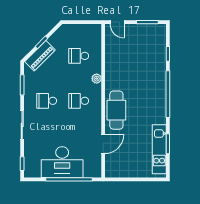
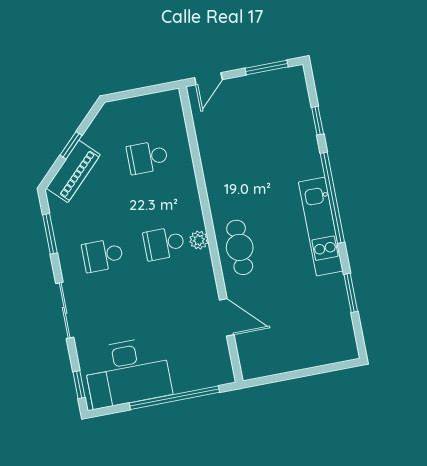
door: (117, 22) -> (208, 79), hinge flipped
plant: (97, 79) -> (199, 240), moved
cafe table: (116, 110) -> (240, 247), width x0.73, depth x0.74
door: (103, 144) -> (227, 317), hinge flipped
kitchen unit: (159, 149) -> (321, 227), moved
desk: (62, 162) -> (127, 372), moved

